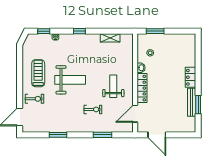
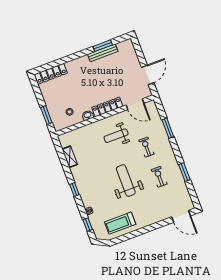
treadmill: (38, 73) -> (120, 223), moved
locker: (190, 77) -> (51, 74), moved, width x1.53
exercise bike: (35, 99) -> (159, 177), moved

